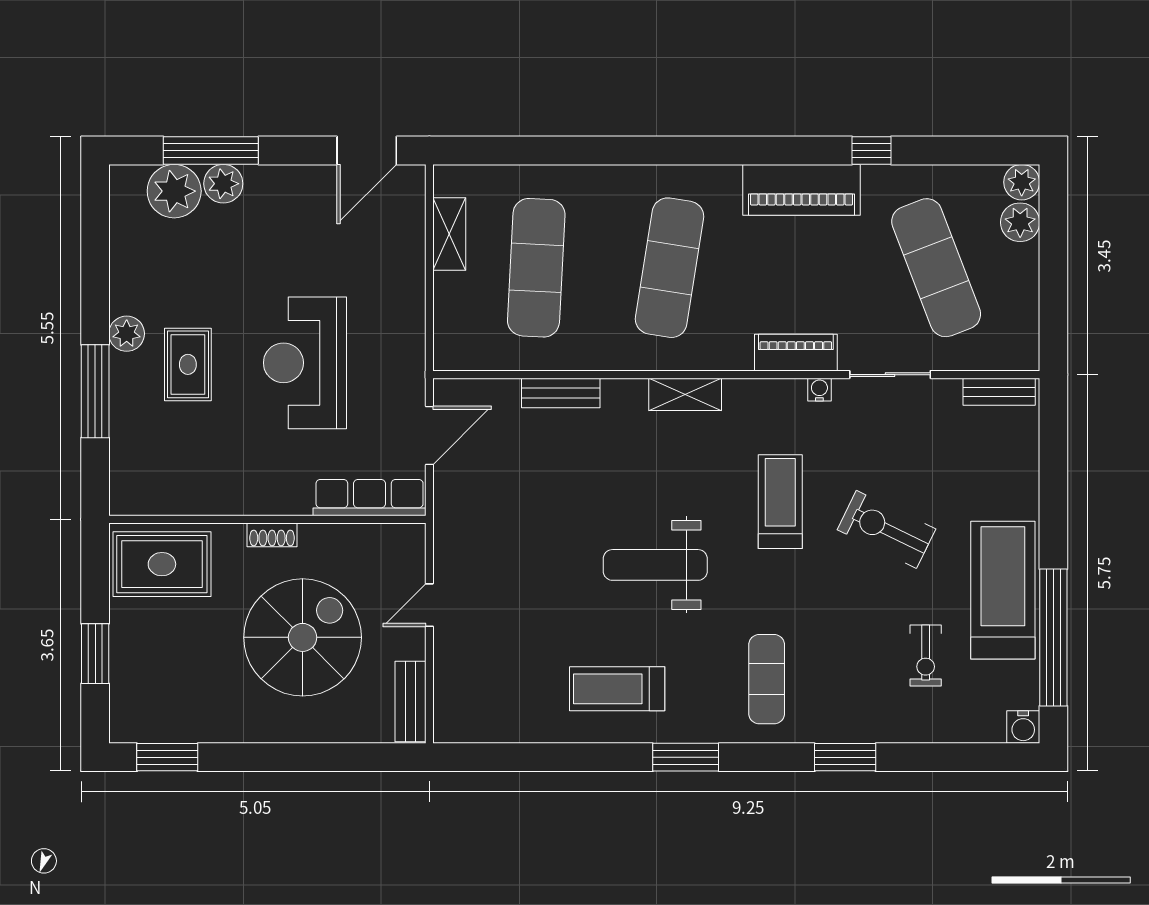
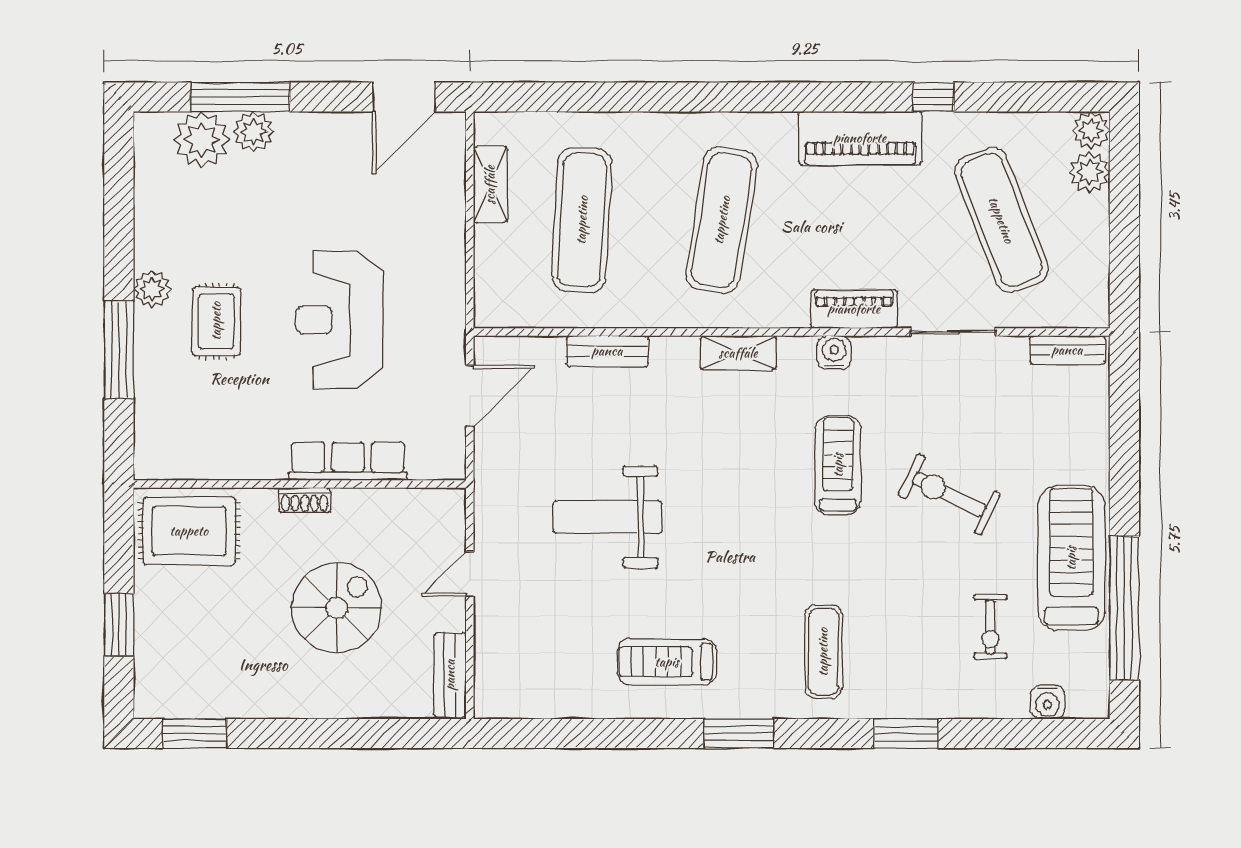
water cooler: (819, 390) -> (834, 353), moved, width x1.38, depth x1.38
row of seats: (370, 498) -> (348, 461), moved
weight bench: (655, 565) -> (608, 517), moved
spiral stairs: (303, 637) -> (337, 608), width x0.73, depth x0.73
water cooler: (1023, 727) -> (1048, 702), moved

